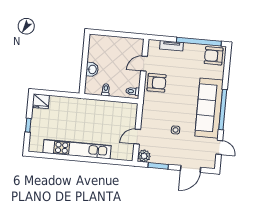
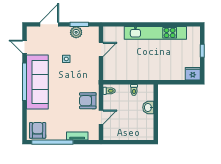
armchair: (214, 56) -> (38, 130), turned -90
plant: (144, 156) -> (76, 32), moved

